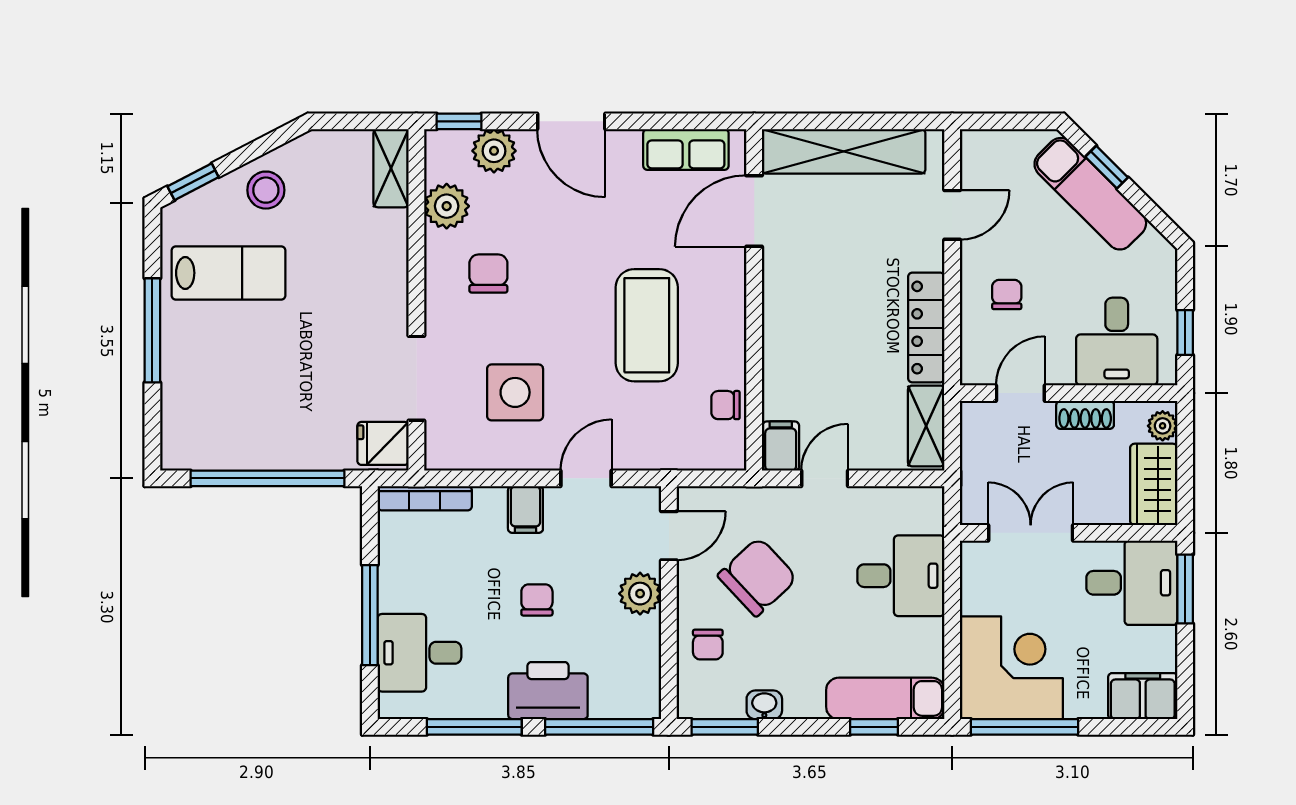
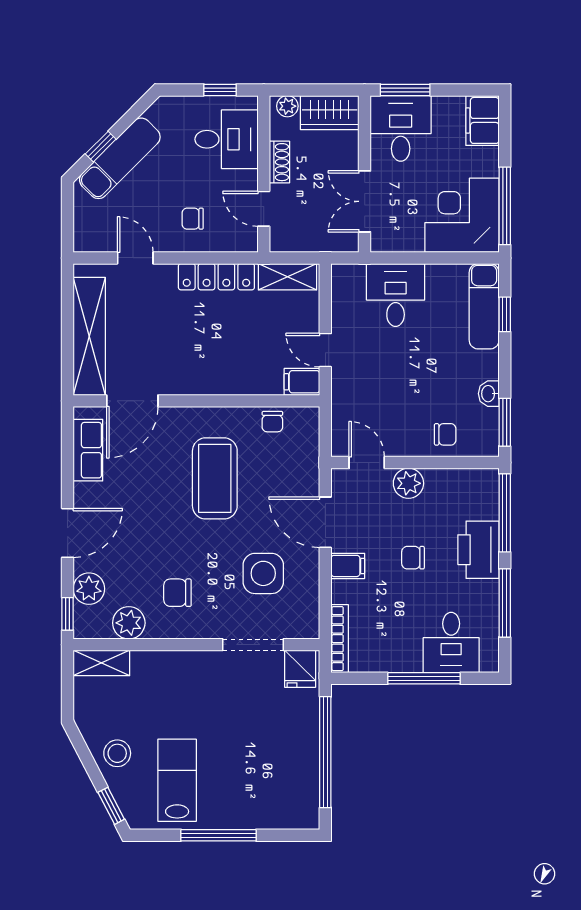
door: (754, 211) -> (132, 401), hinge flipped
coffee table: (647, 325) -> (215, 478), turned 90
door: (586, 478) -> (325, 522), width x1.38
chair: (757, 577) -> (396, 399), removed

